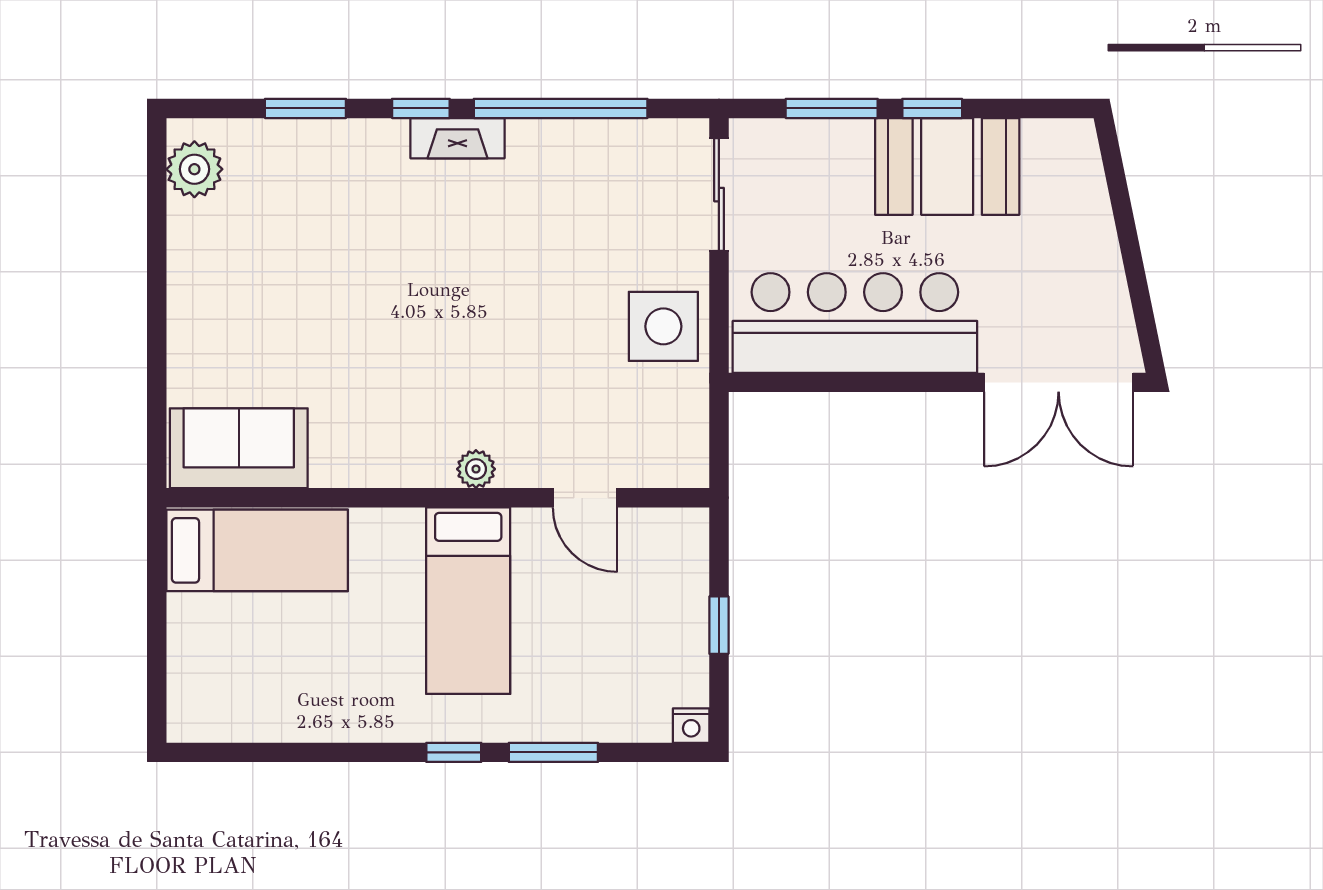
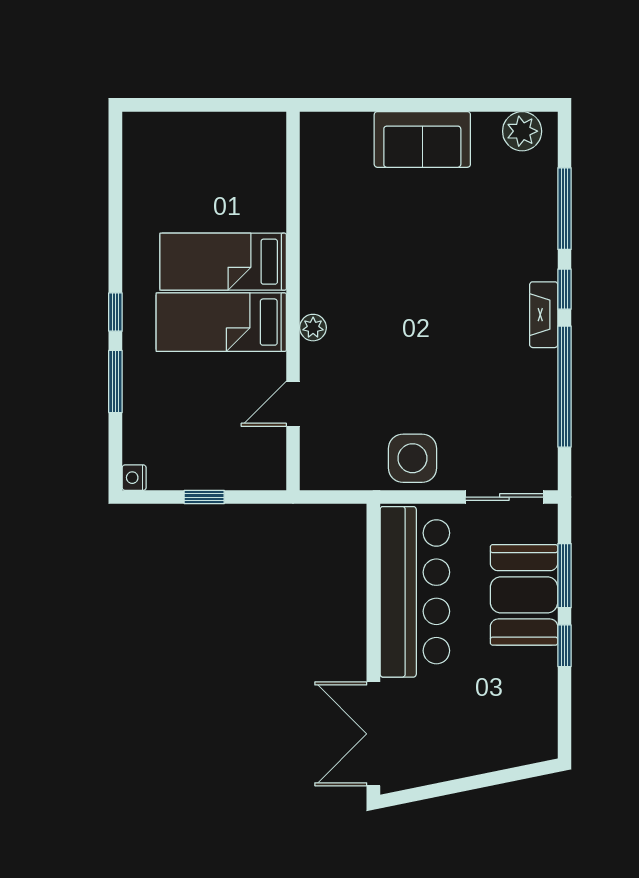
window: (305, 108) -> (564, 209), width x1.44
booth: (947, 166) -> (524, 595), moved
sofa: (239, 448) -> (422, 139), moved, turned 90
bed: (257, 550) -> (223, 262), moved, turned 90

